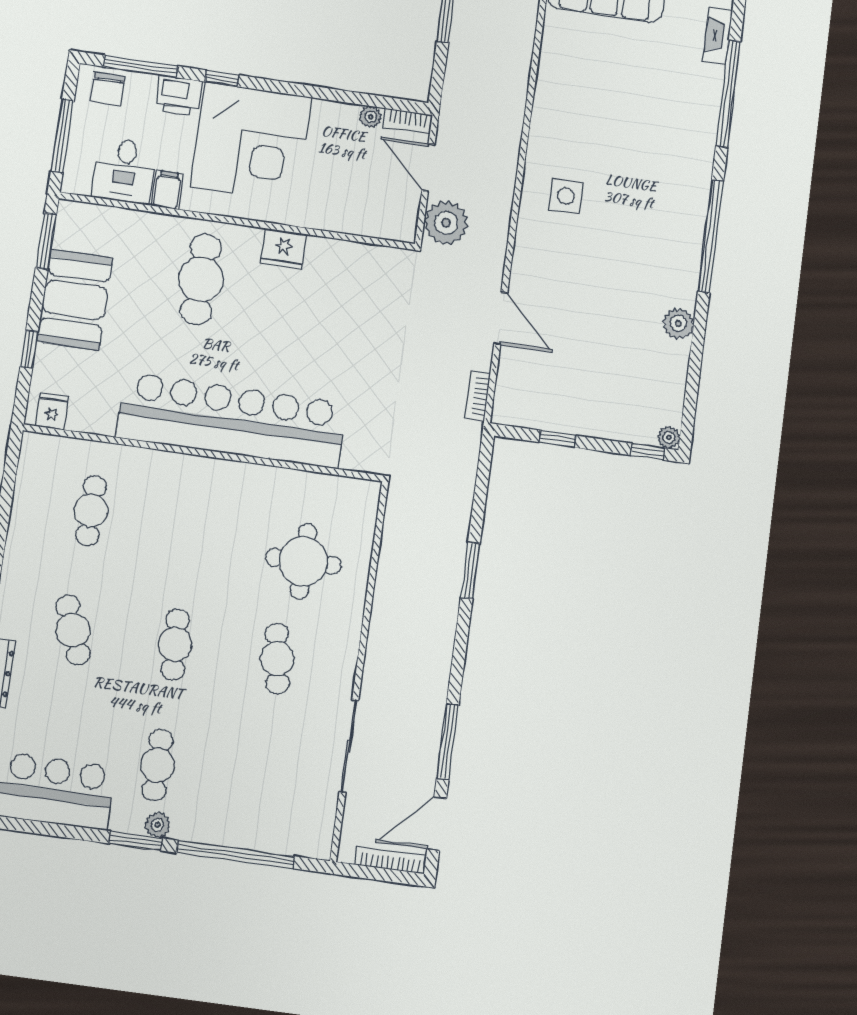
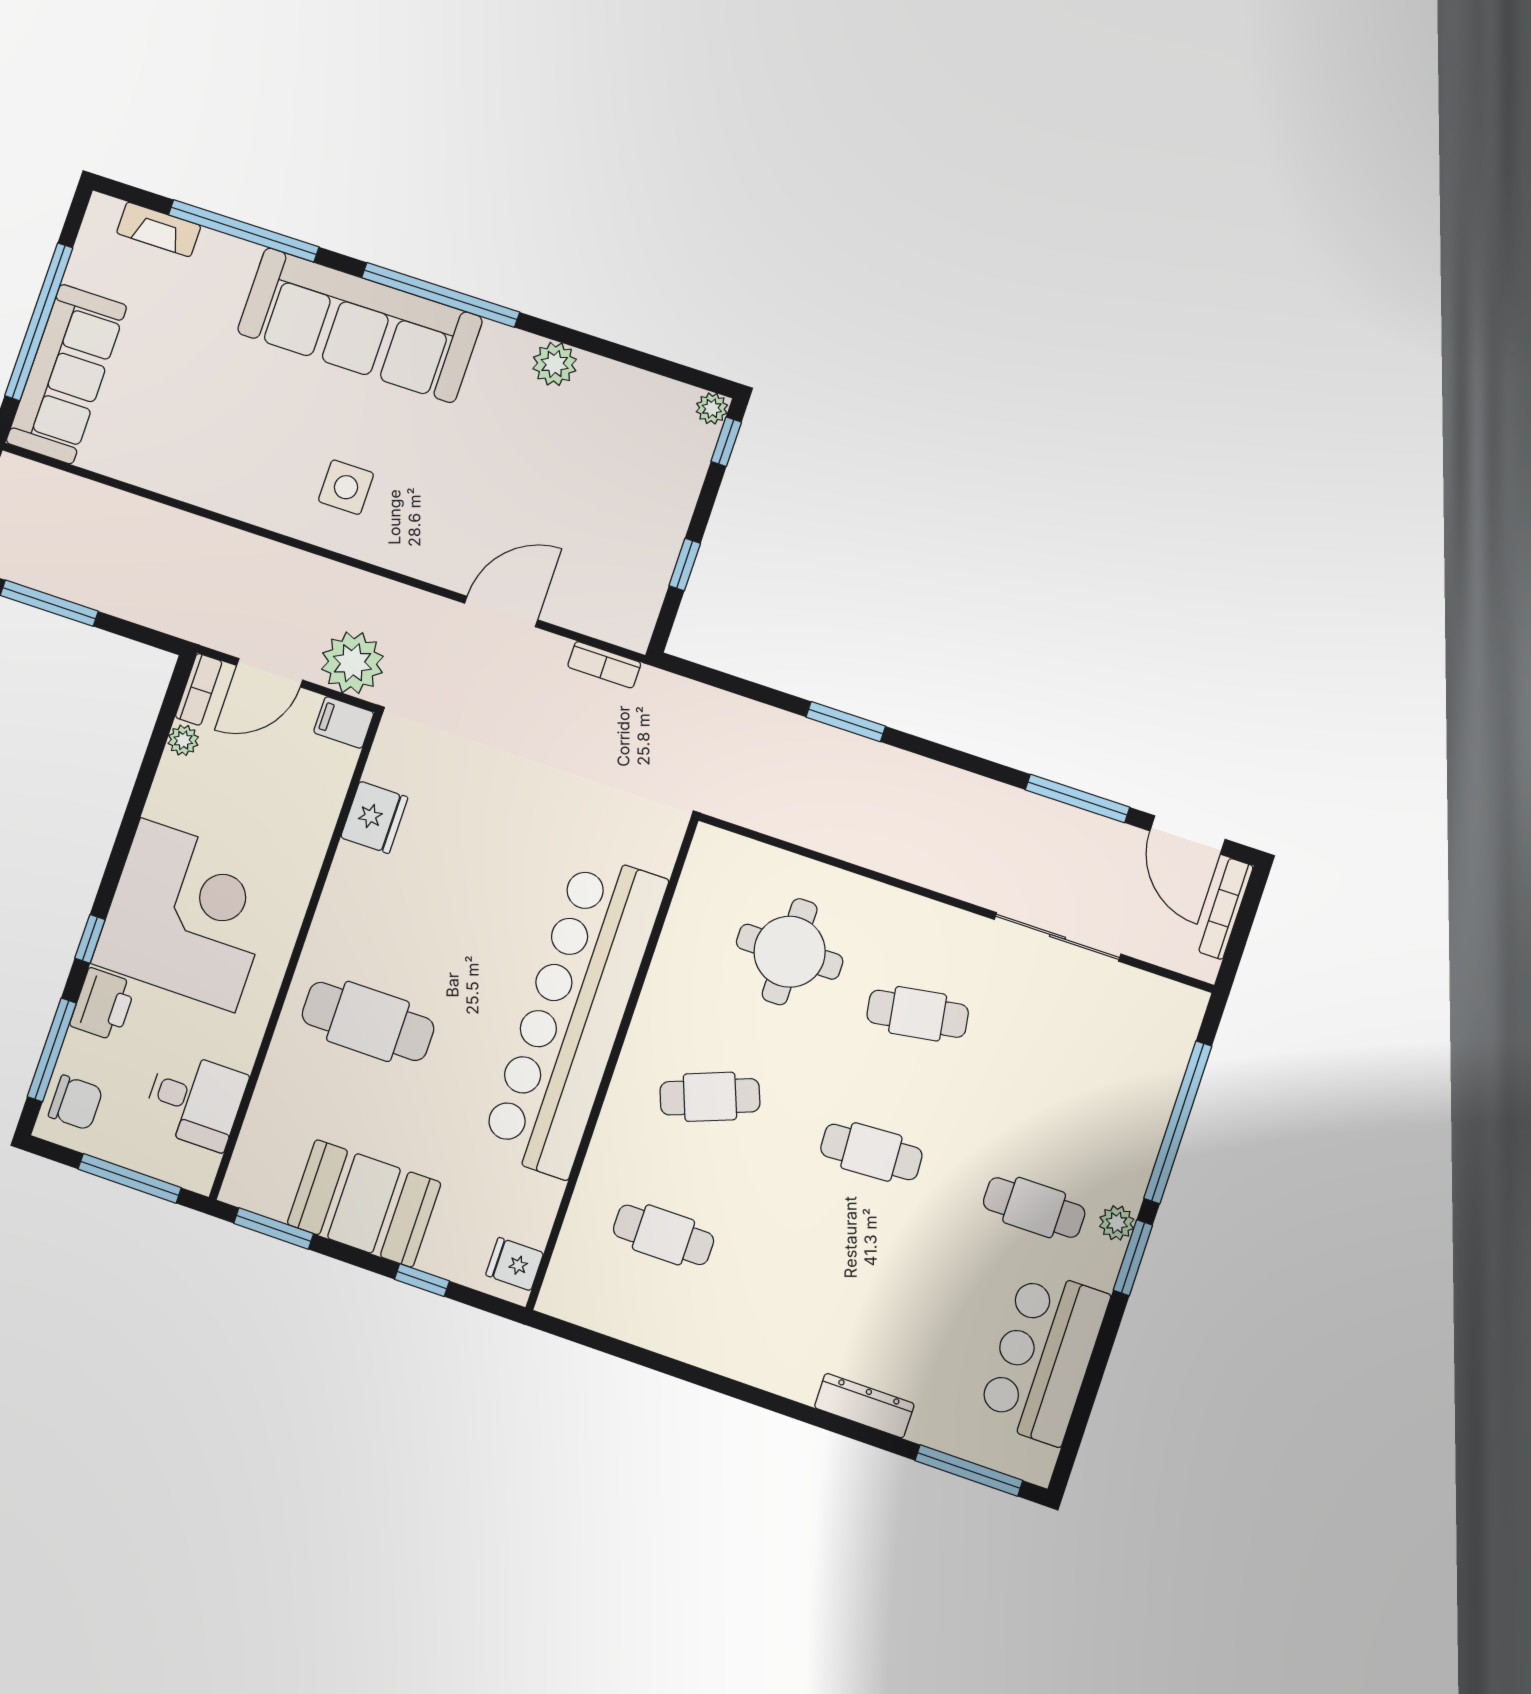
sofa: (679, 185) -> (360, 325), added
filing cabinet: (167, 190) -> (344, 722), moved
fridge: (283, 249) -> (374, 817), moved
cafe table: (73, 630) -> (710, 1097), moved

